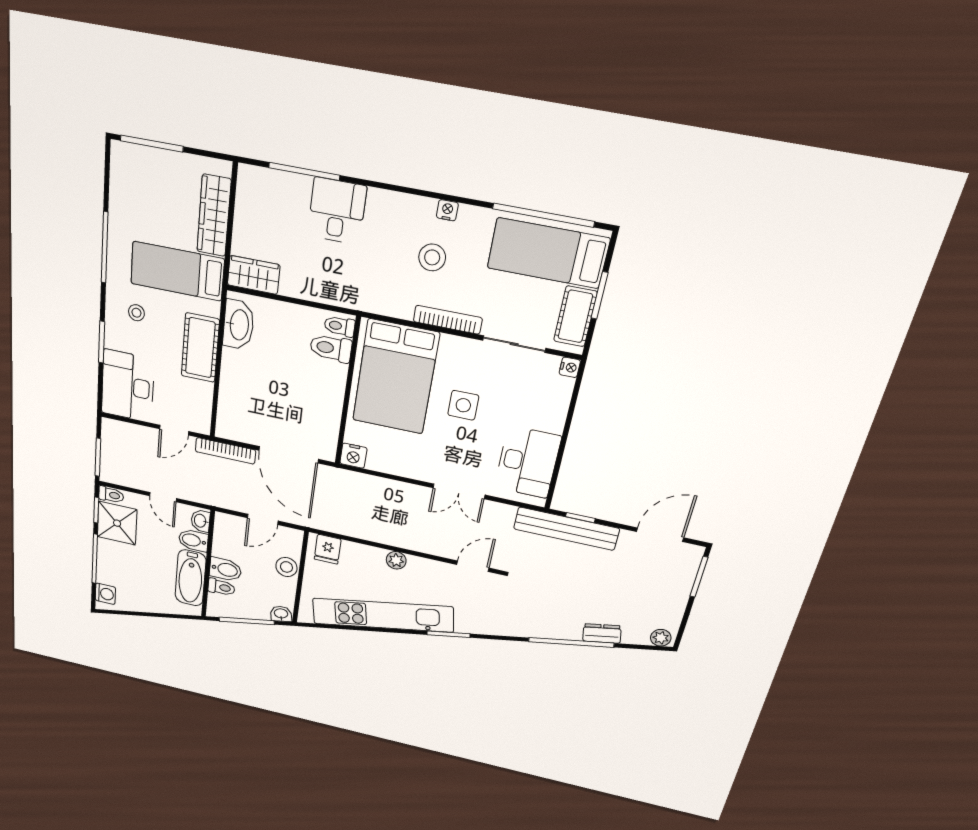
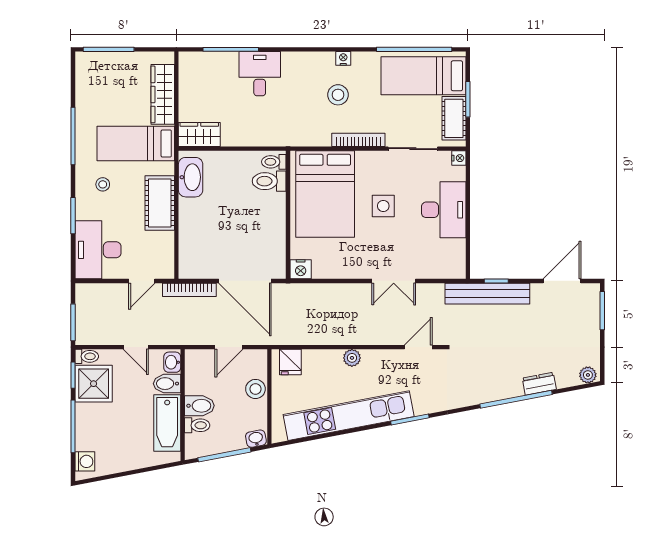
desk: (528, 462) -> (444, 210), moved

